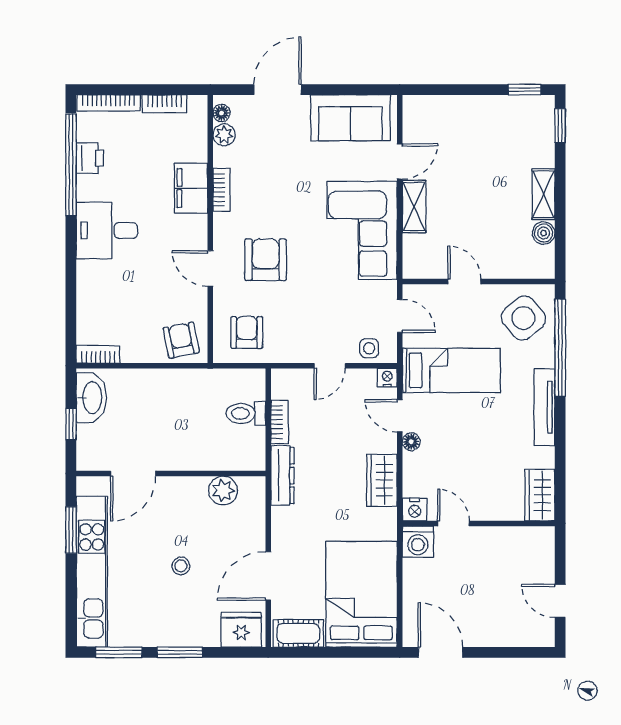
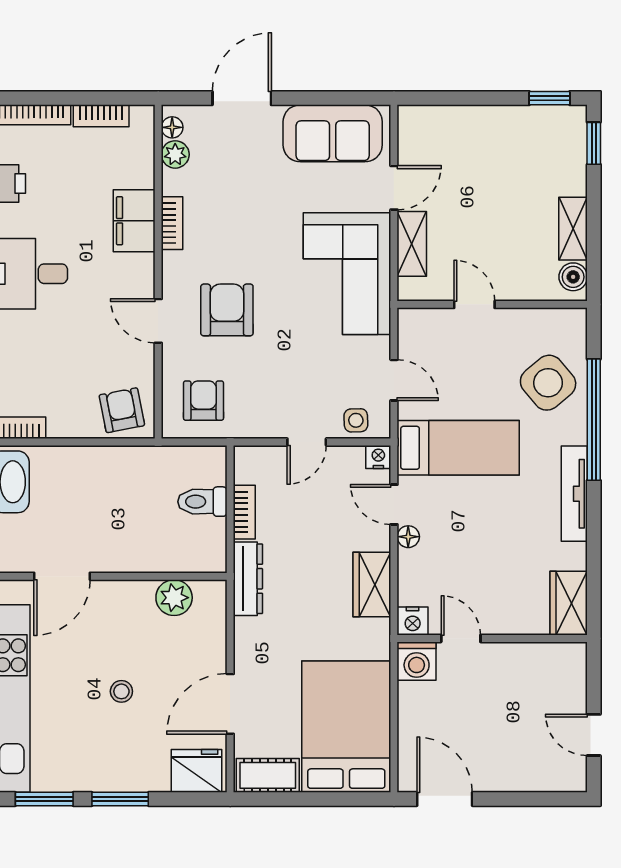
door: (464, 282) -> (474, 304), moved
wall: (479, 282) -> (492, 304), moved

